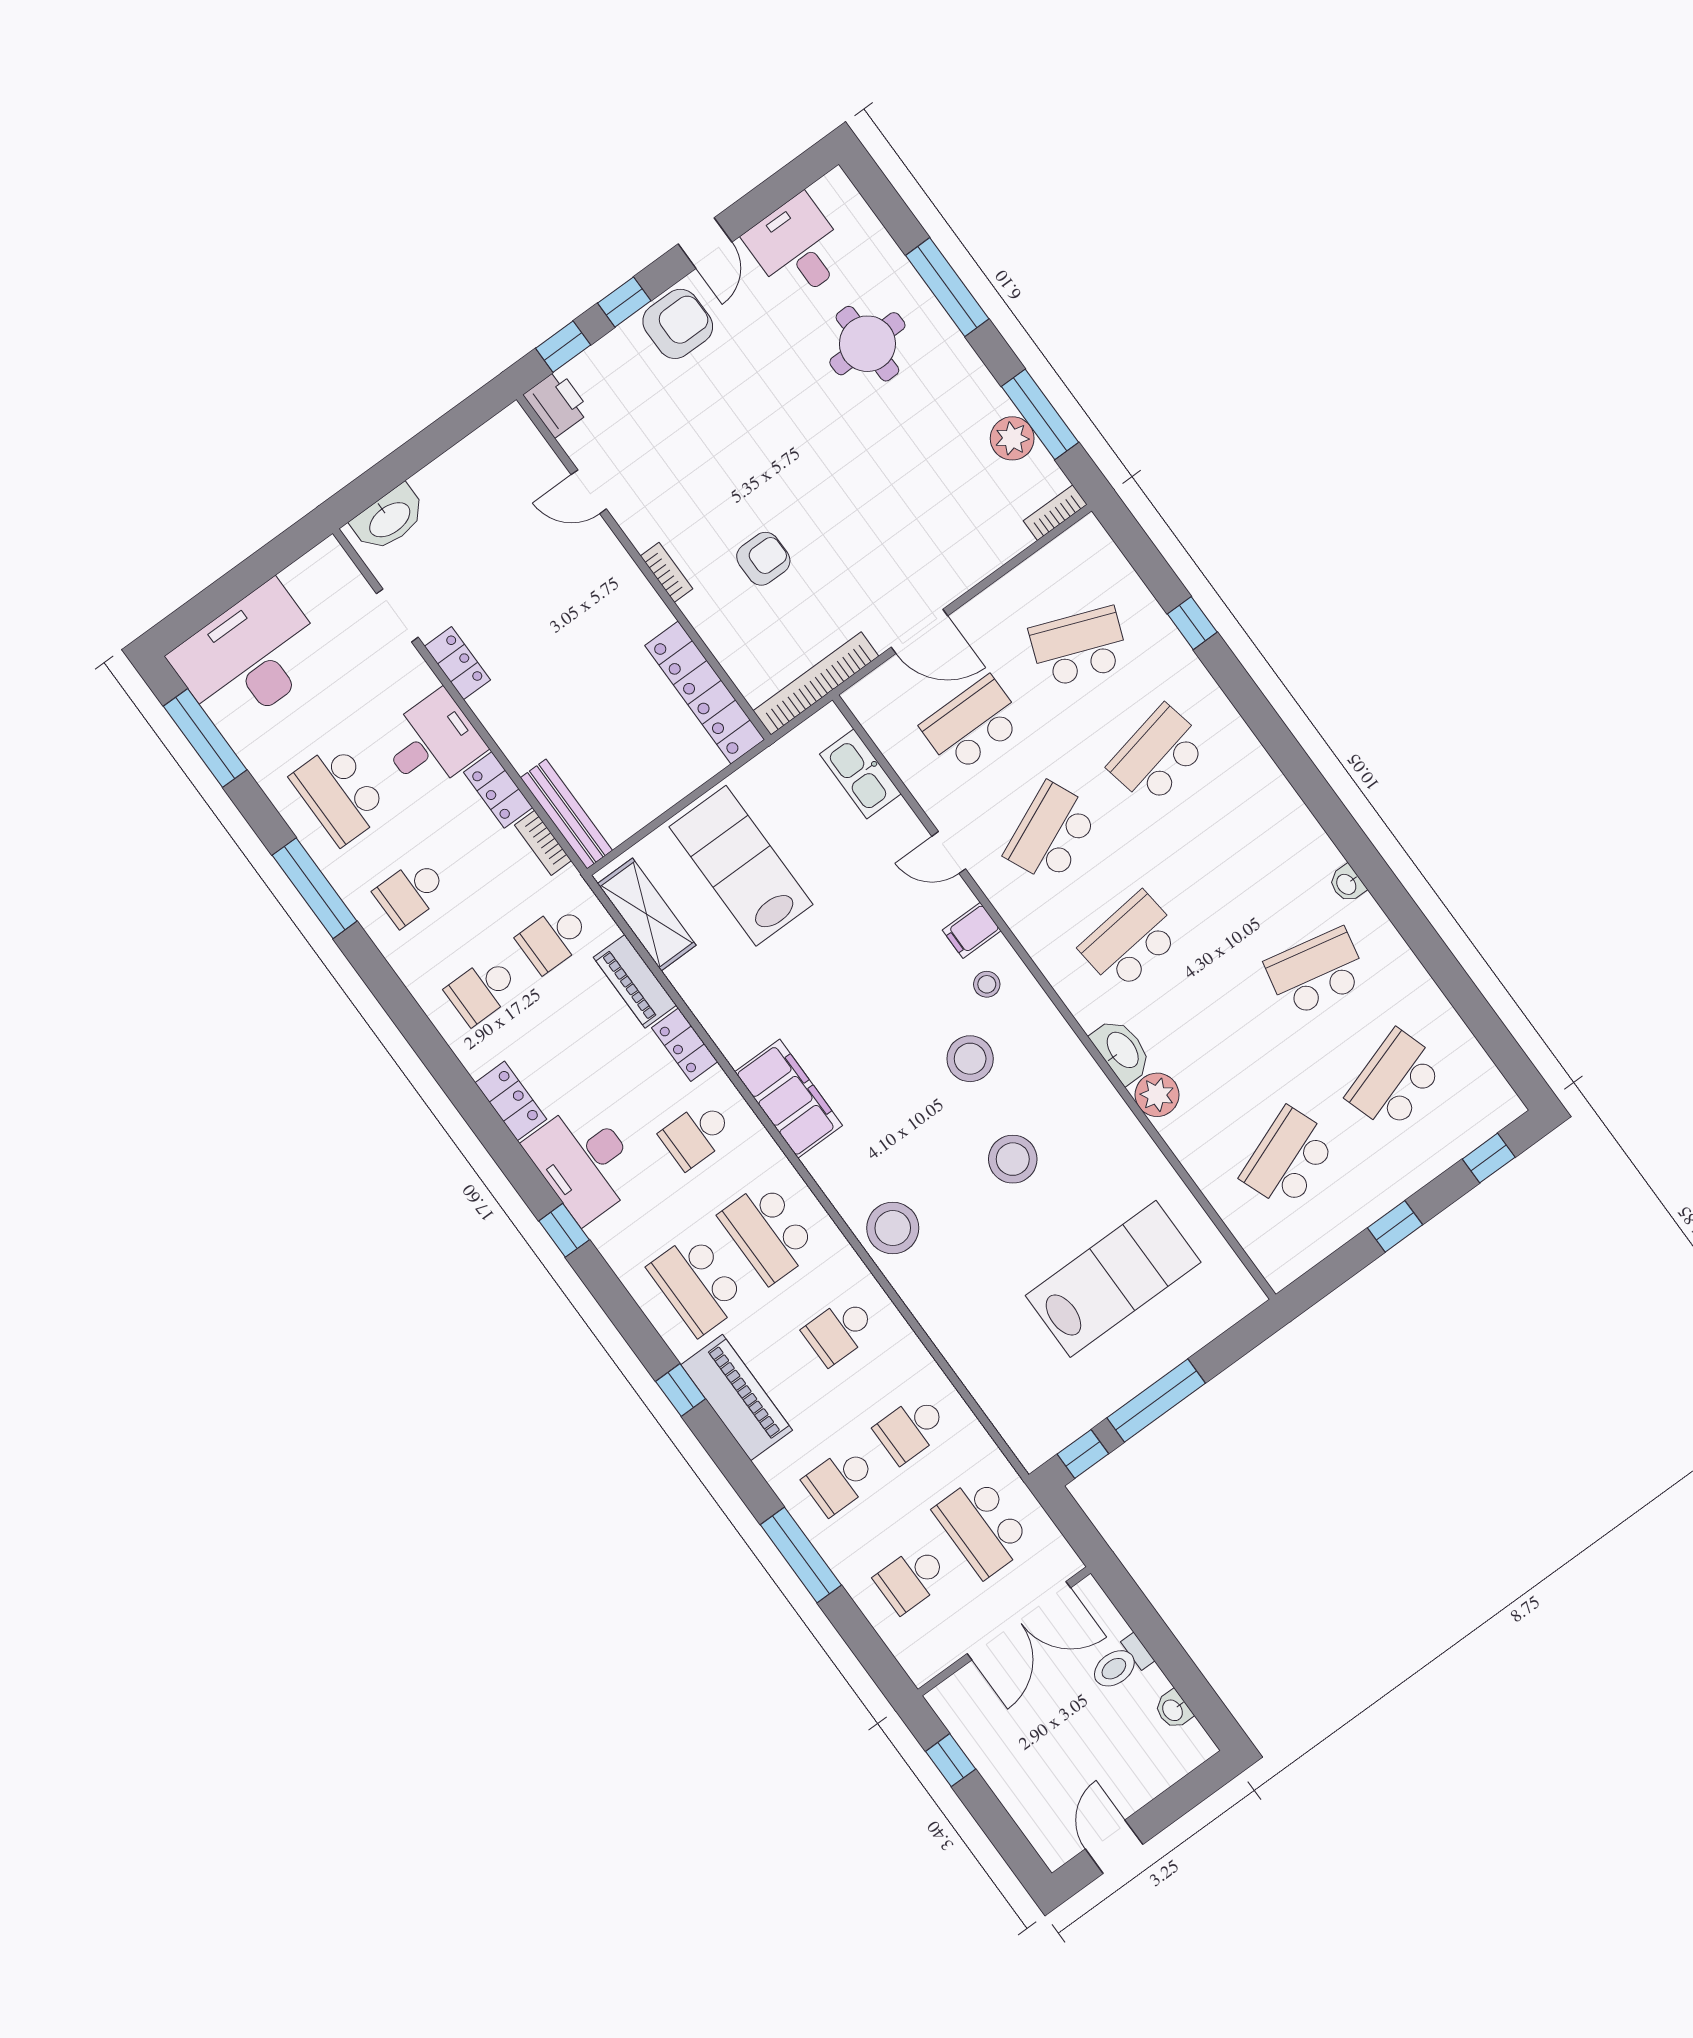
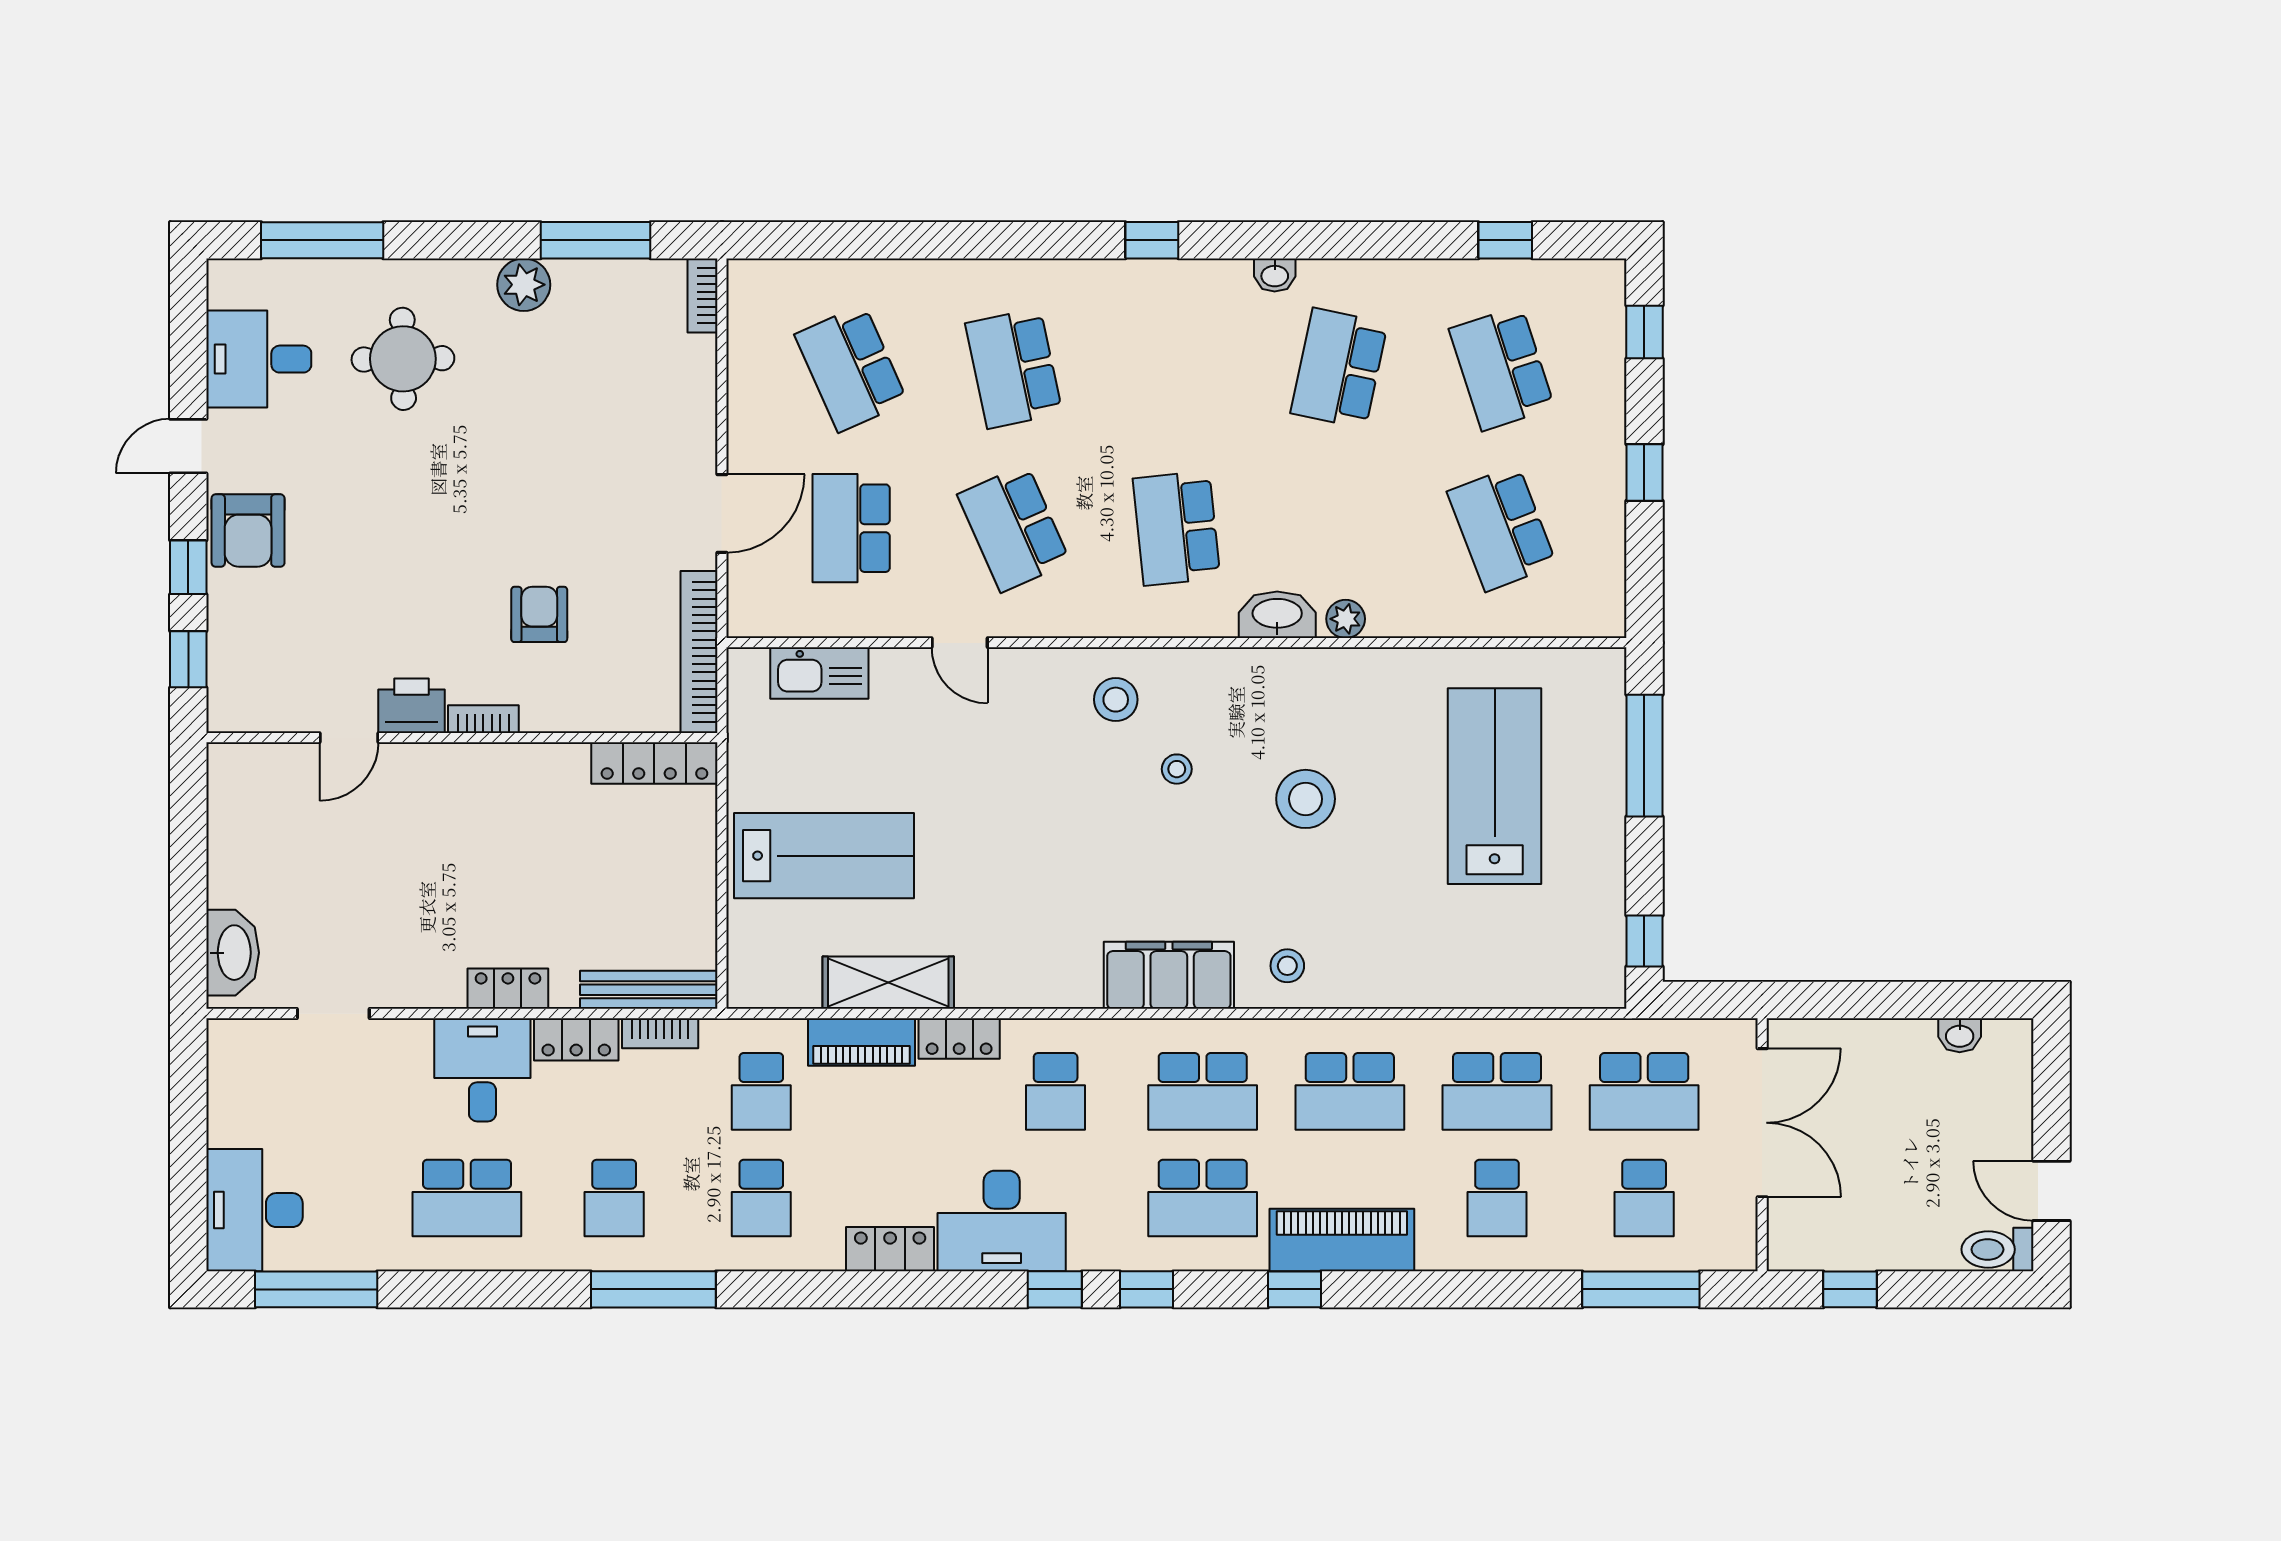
door: (705, 243) -> (188, 446), swing flipped
window: (947, 287) -> (322, 240), moved
armchair: (678, 324) -> (248, 531), turned 180
printer: (557, 403) -> (412, 706), moved
plant: (1012, 438) -> (524, 285), moved
window: (1192, 623) -> (1152, 240), moved
school desk: (1079, 647) -> (851, 368), turned -45
desk: (250, 657) -> (255, 1210), width x0.73, depth x0.77
locker: (457, 663) -> (508, 989), moved
locker: (705, 692) -> (654, 763), width x0.71, depth x0.83
door: (949, 853) -> (960, 643), hinge flipped
lab bench: (741, 866) -> (824, 856), turned 180
window: (315, 888) -> (653, 1289), moved
shelving: (647, 914) -> (888, 983), moved
filing cabinet: (972, 930) -> (1052, 676), removed
stool: (987, 984) -> (1116, 700), width x1.37, depth x1.37
window: (1482, 1021) -> (1505, 240), added
stool: (970, 1059) -> (1177, 769), width x0.53, depth x0.53
plant: (1157, 1095) -> (1346, 619), width x0.73, depth x0.73
filing cabinet: (789, 1099) -> (1169, 975), moved
stool: (893, 1228) -> (1287, 966), width x0.53, depth x0.53
window: (609, 1291) -> (1146, 1289), added
school desk: (839, 1331) -> (1350, 1091), width x1.85
window: (1156, 1401) -> (1644, 756), moved
school desk: (911, 1429) -> (1497, 1091), width x1.85
window: (801, 1555) -> (1641, 1289), moved
toilet: (1121, 1664) -> (1998, 1249), moved, turned 90

